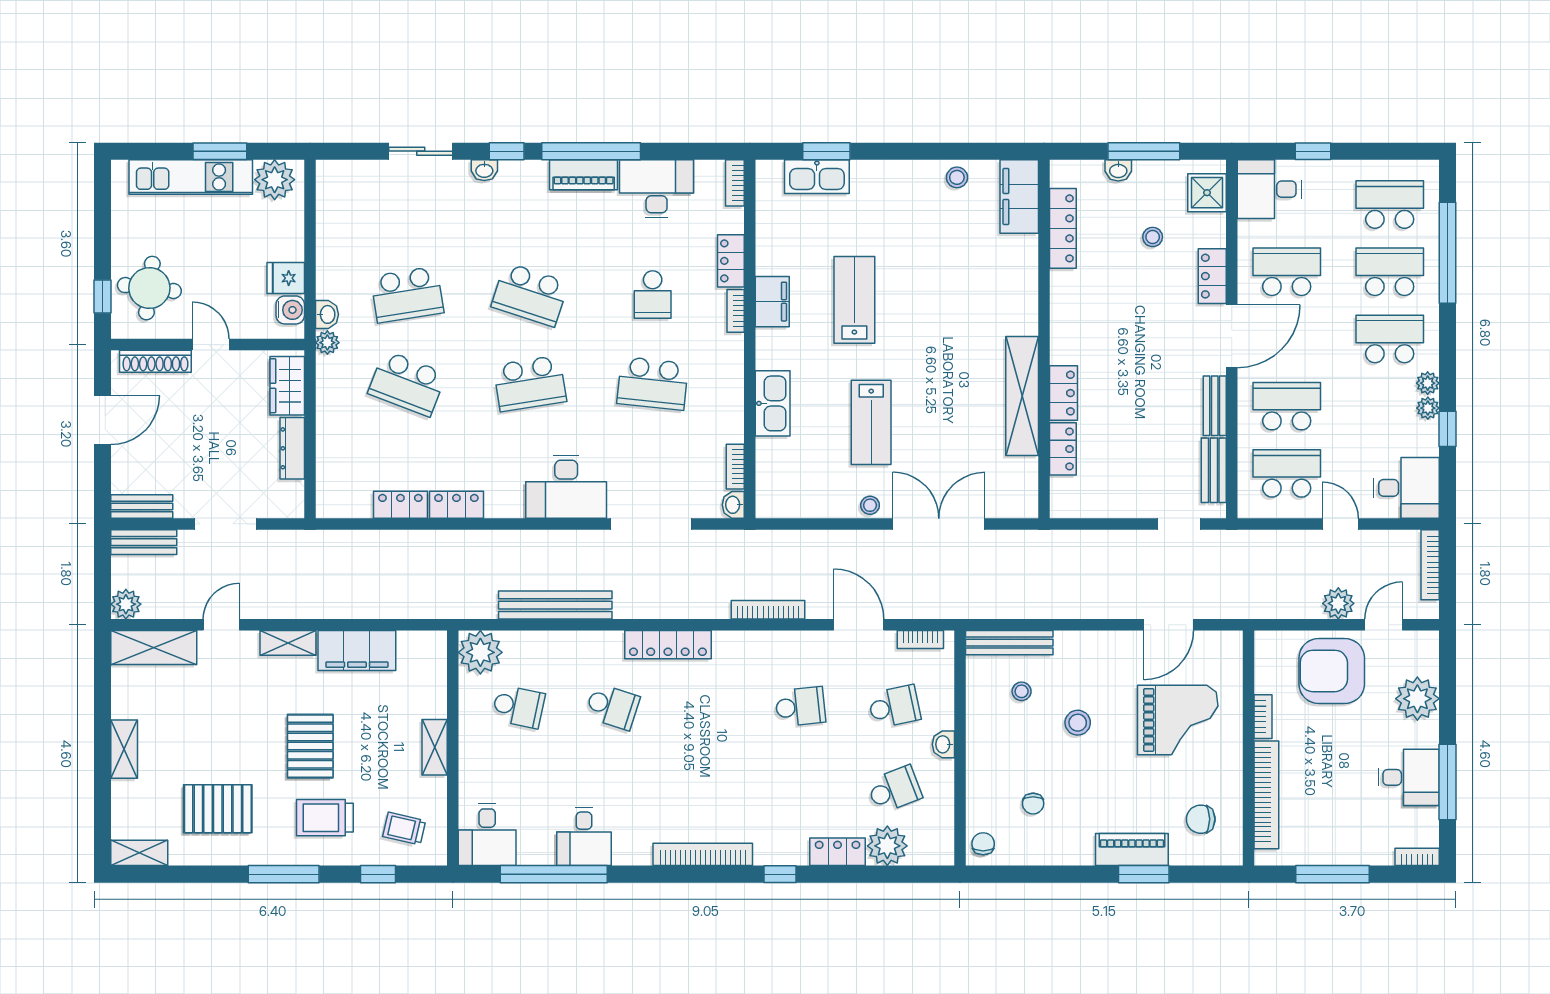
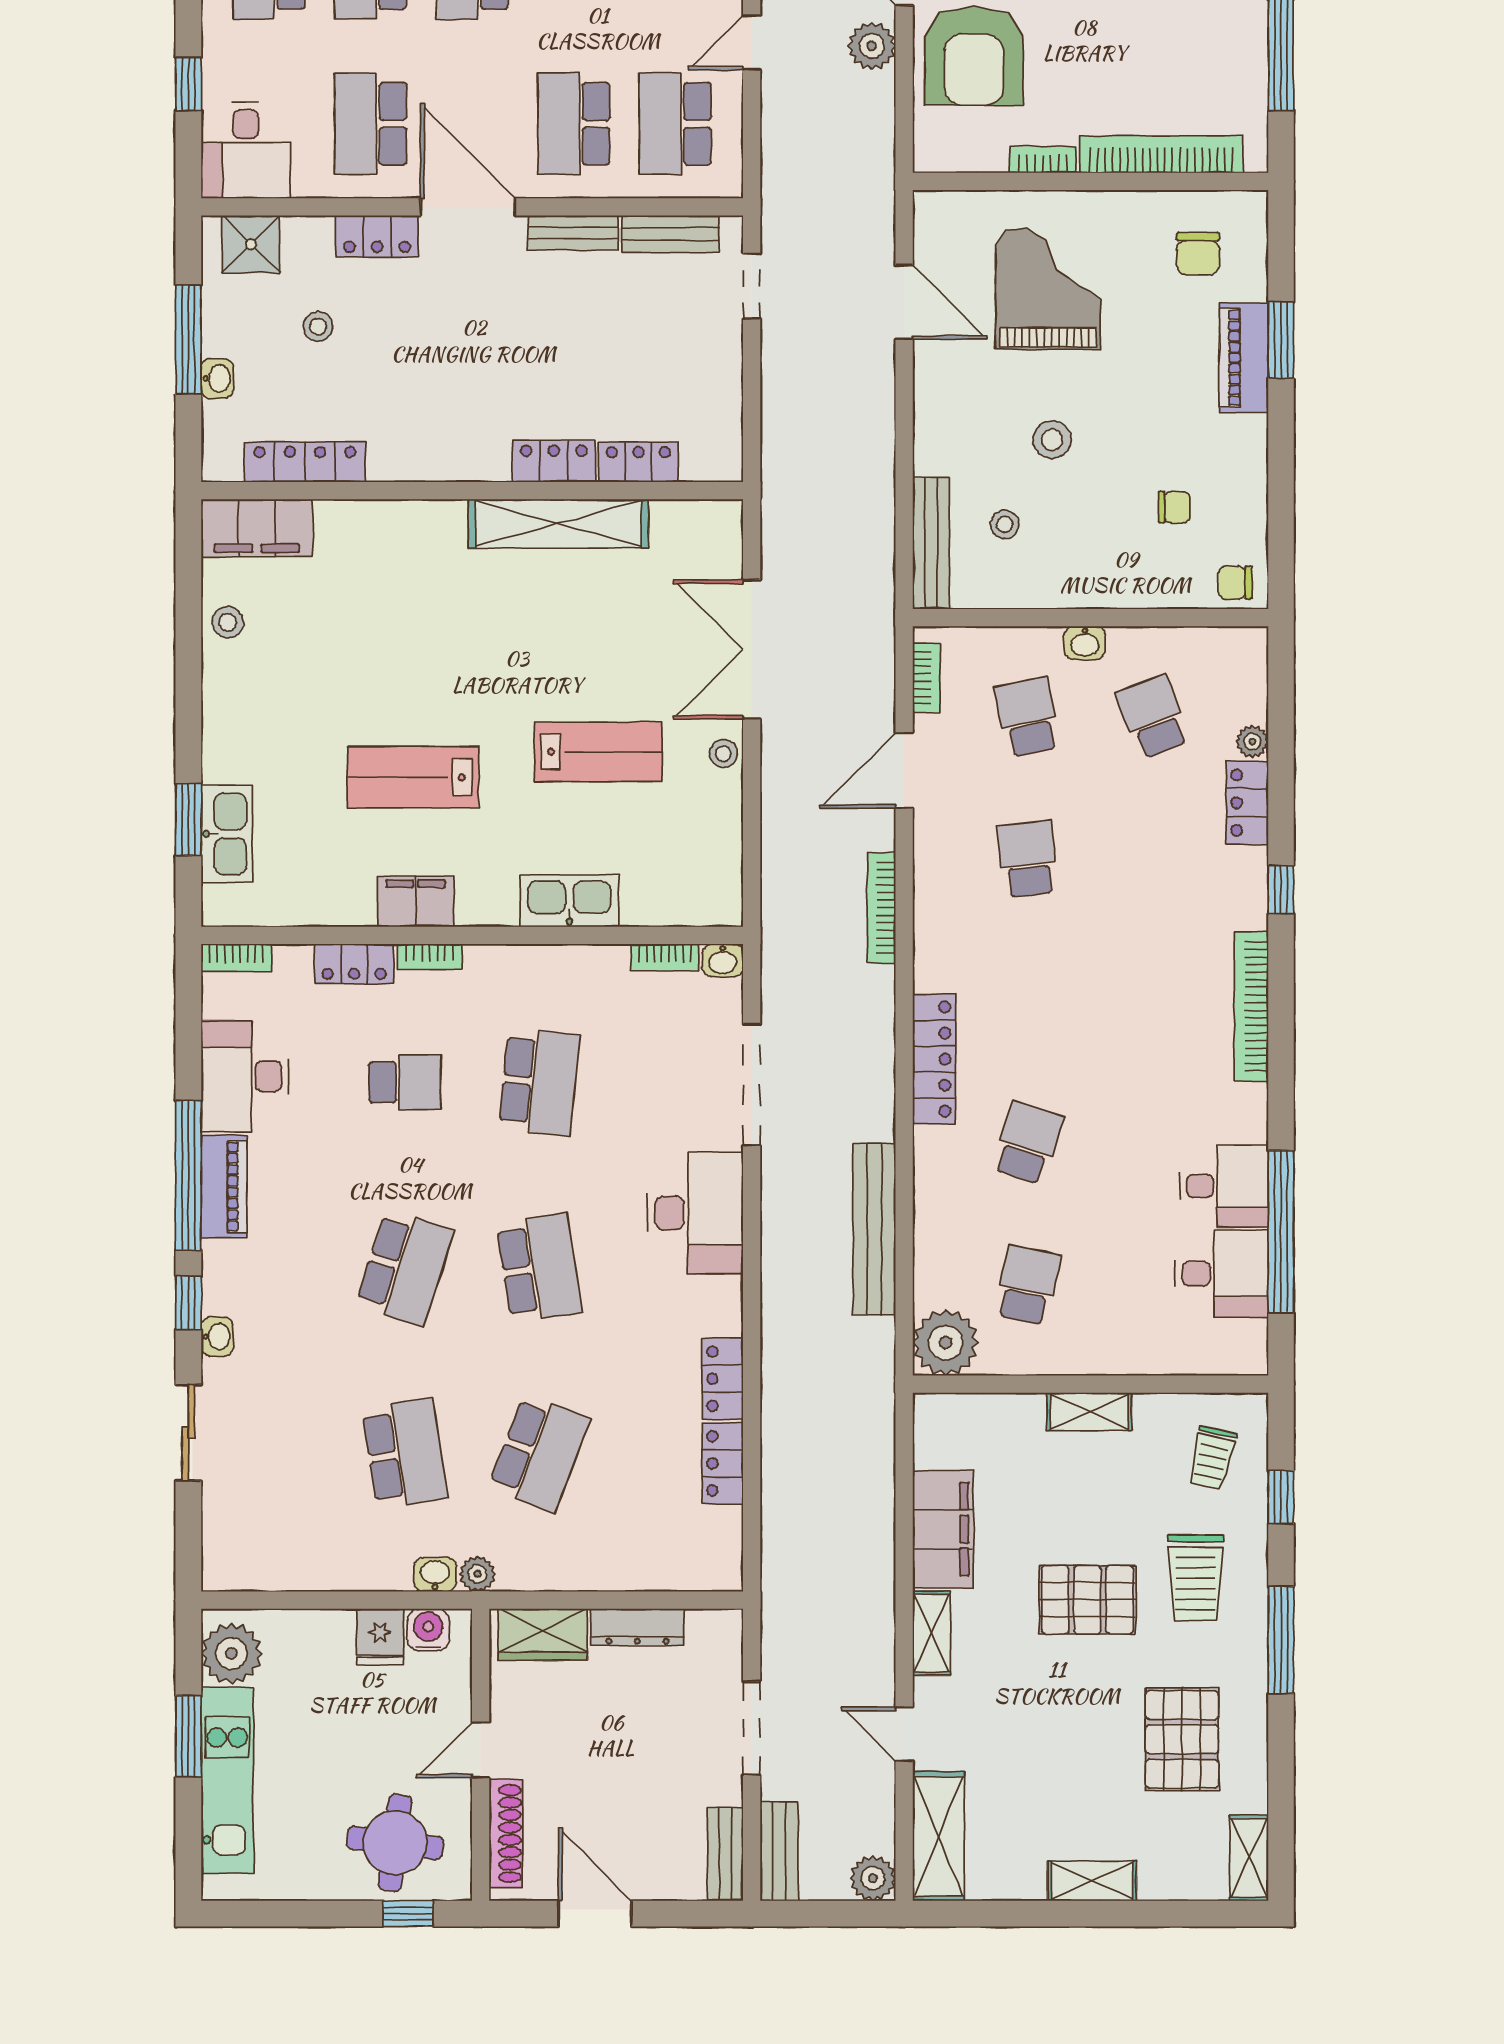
desk: (487, 835) -> (1221, 1274), moved
plant: (887, 846) -> (1252, 742), width x0.53, depth x0.53

